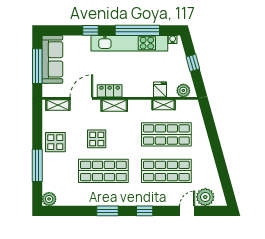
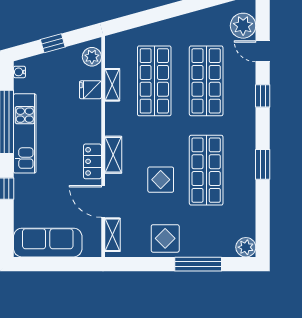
kitchen unit: (129, 43) -> (25, 133), width x0.73
window: (37, 66) -> (57, 264), removed
window: (145, 211) -> (263, 96), moved

